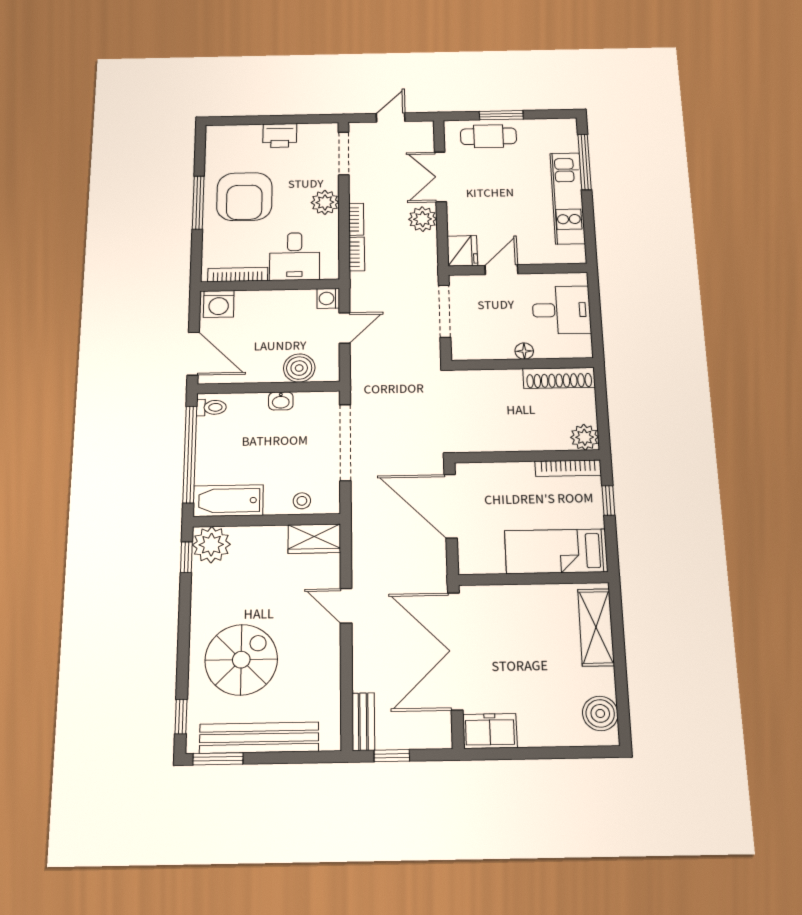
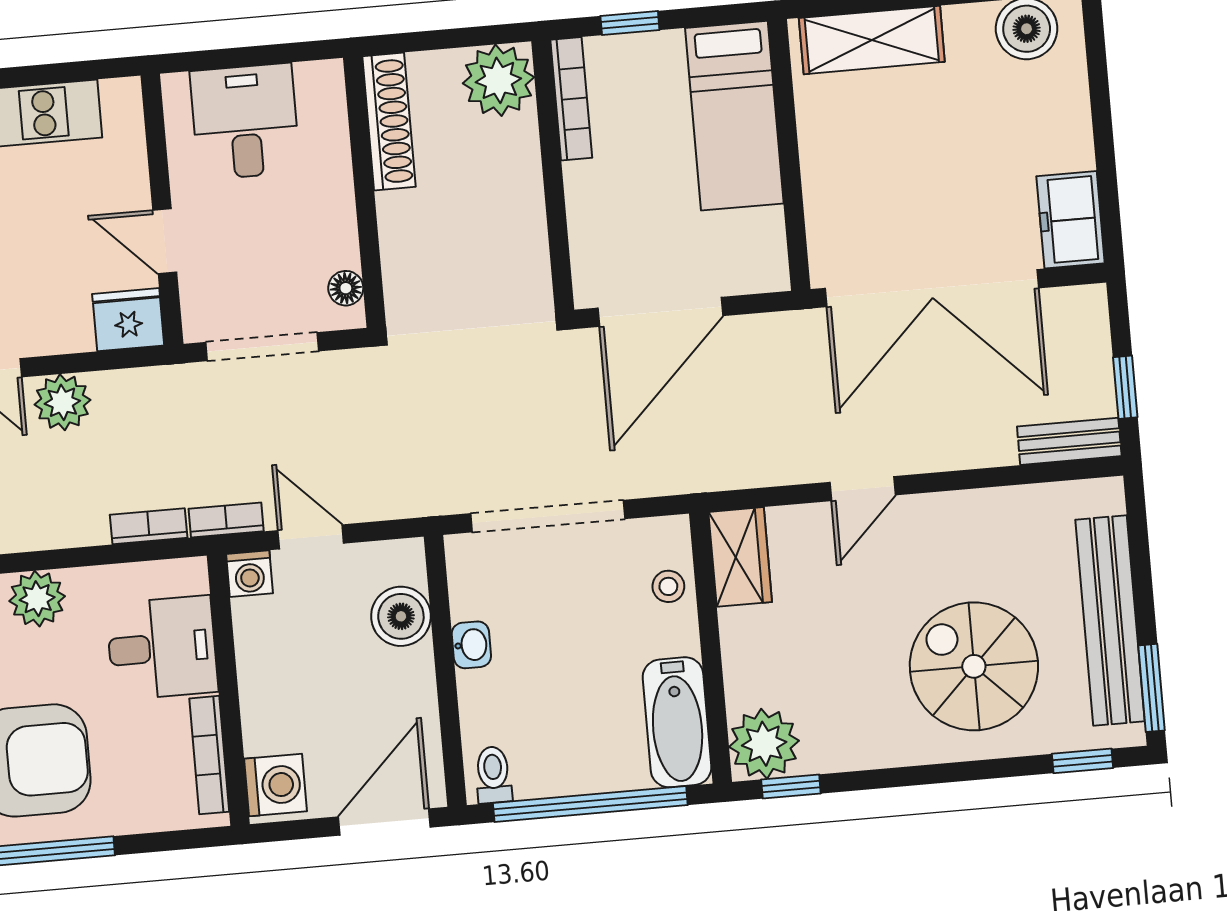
bookcase: (356, 219) -> (226, 520), moved
floor lamp: (524, 351) -> (346, 288), moved
plant: (585, 437) -> (498, 80), width x1.36, depth x1.36

